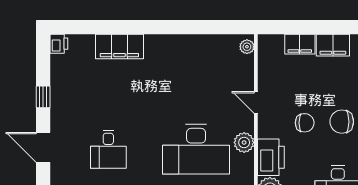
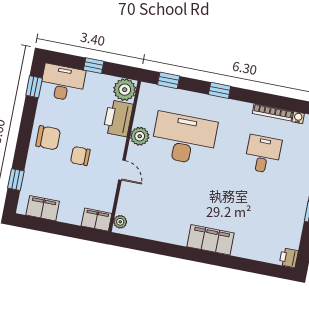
filing cabinet: (300, 44) -> (97, 220), moved
filing cabinet: (119, 46) -> (211, 240), moved
chair: (305, 123) -> (80, 156), moved

